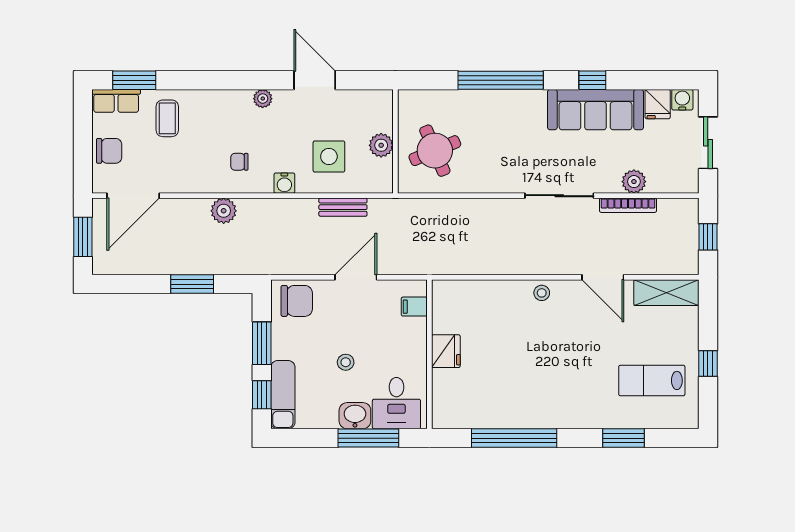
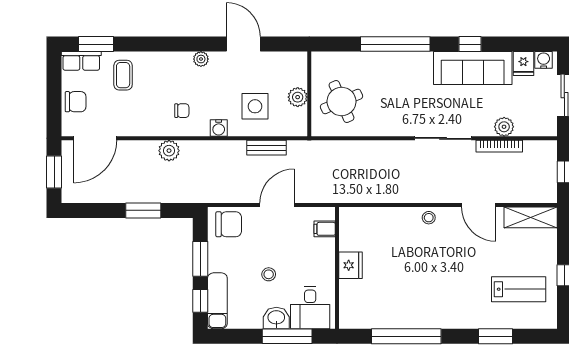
chair: (239, 162) -> (182, 111), turned 180
lab bench: (652, 380) -> (519, 289), turned 180

